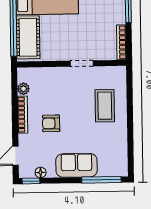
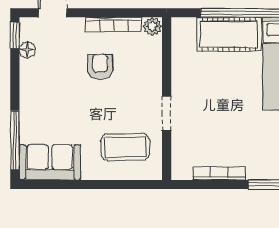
doorway: (82, 63) -> (167, 114), moved
wall: (72, 64) -> (167, 99), moved
sofa: (77, 165) -> (50, 162), moved, turned -90

